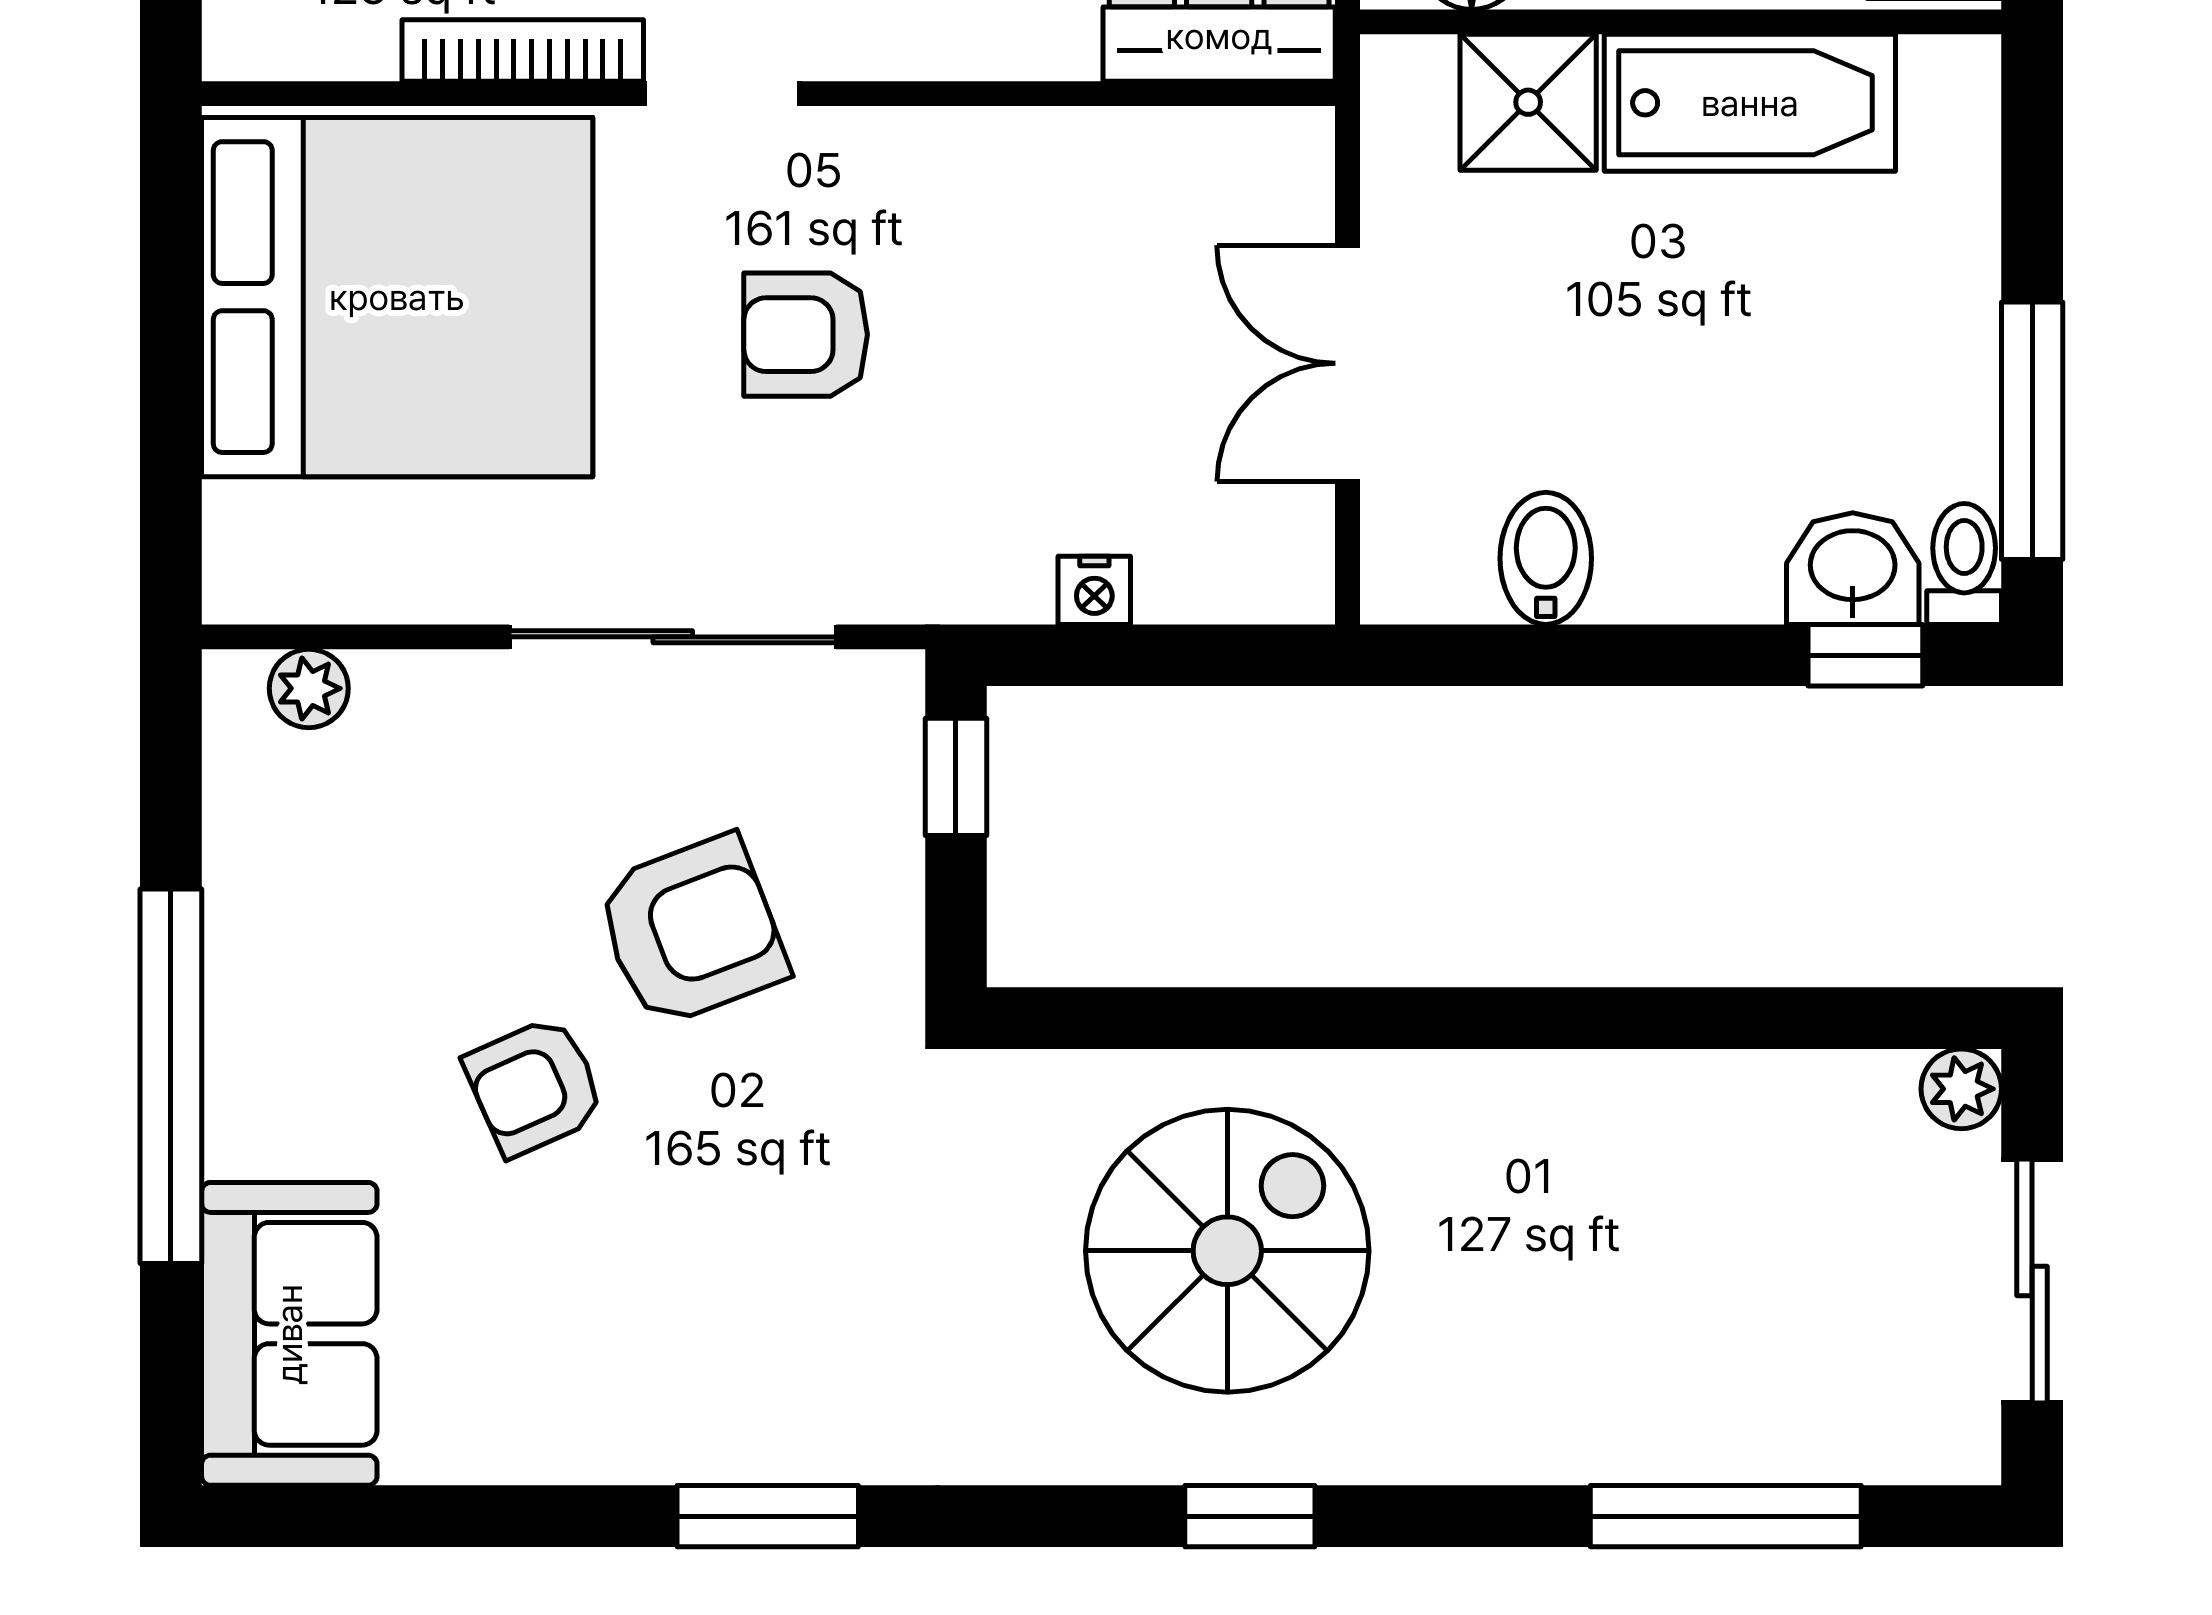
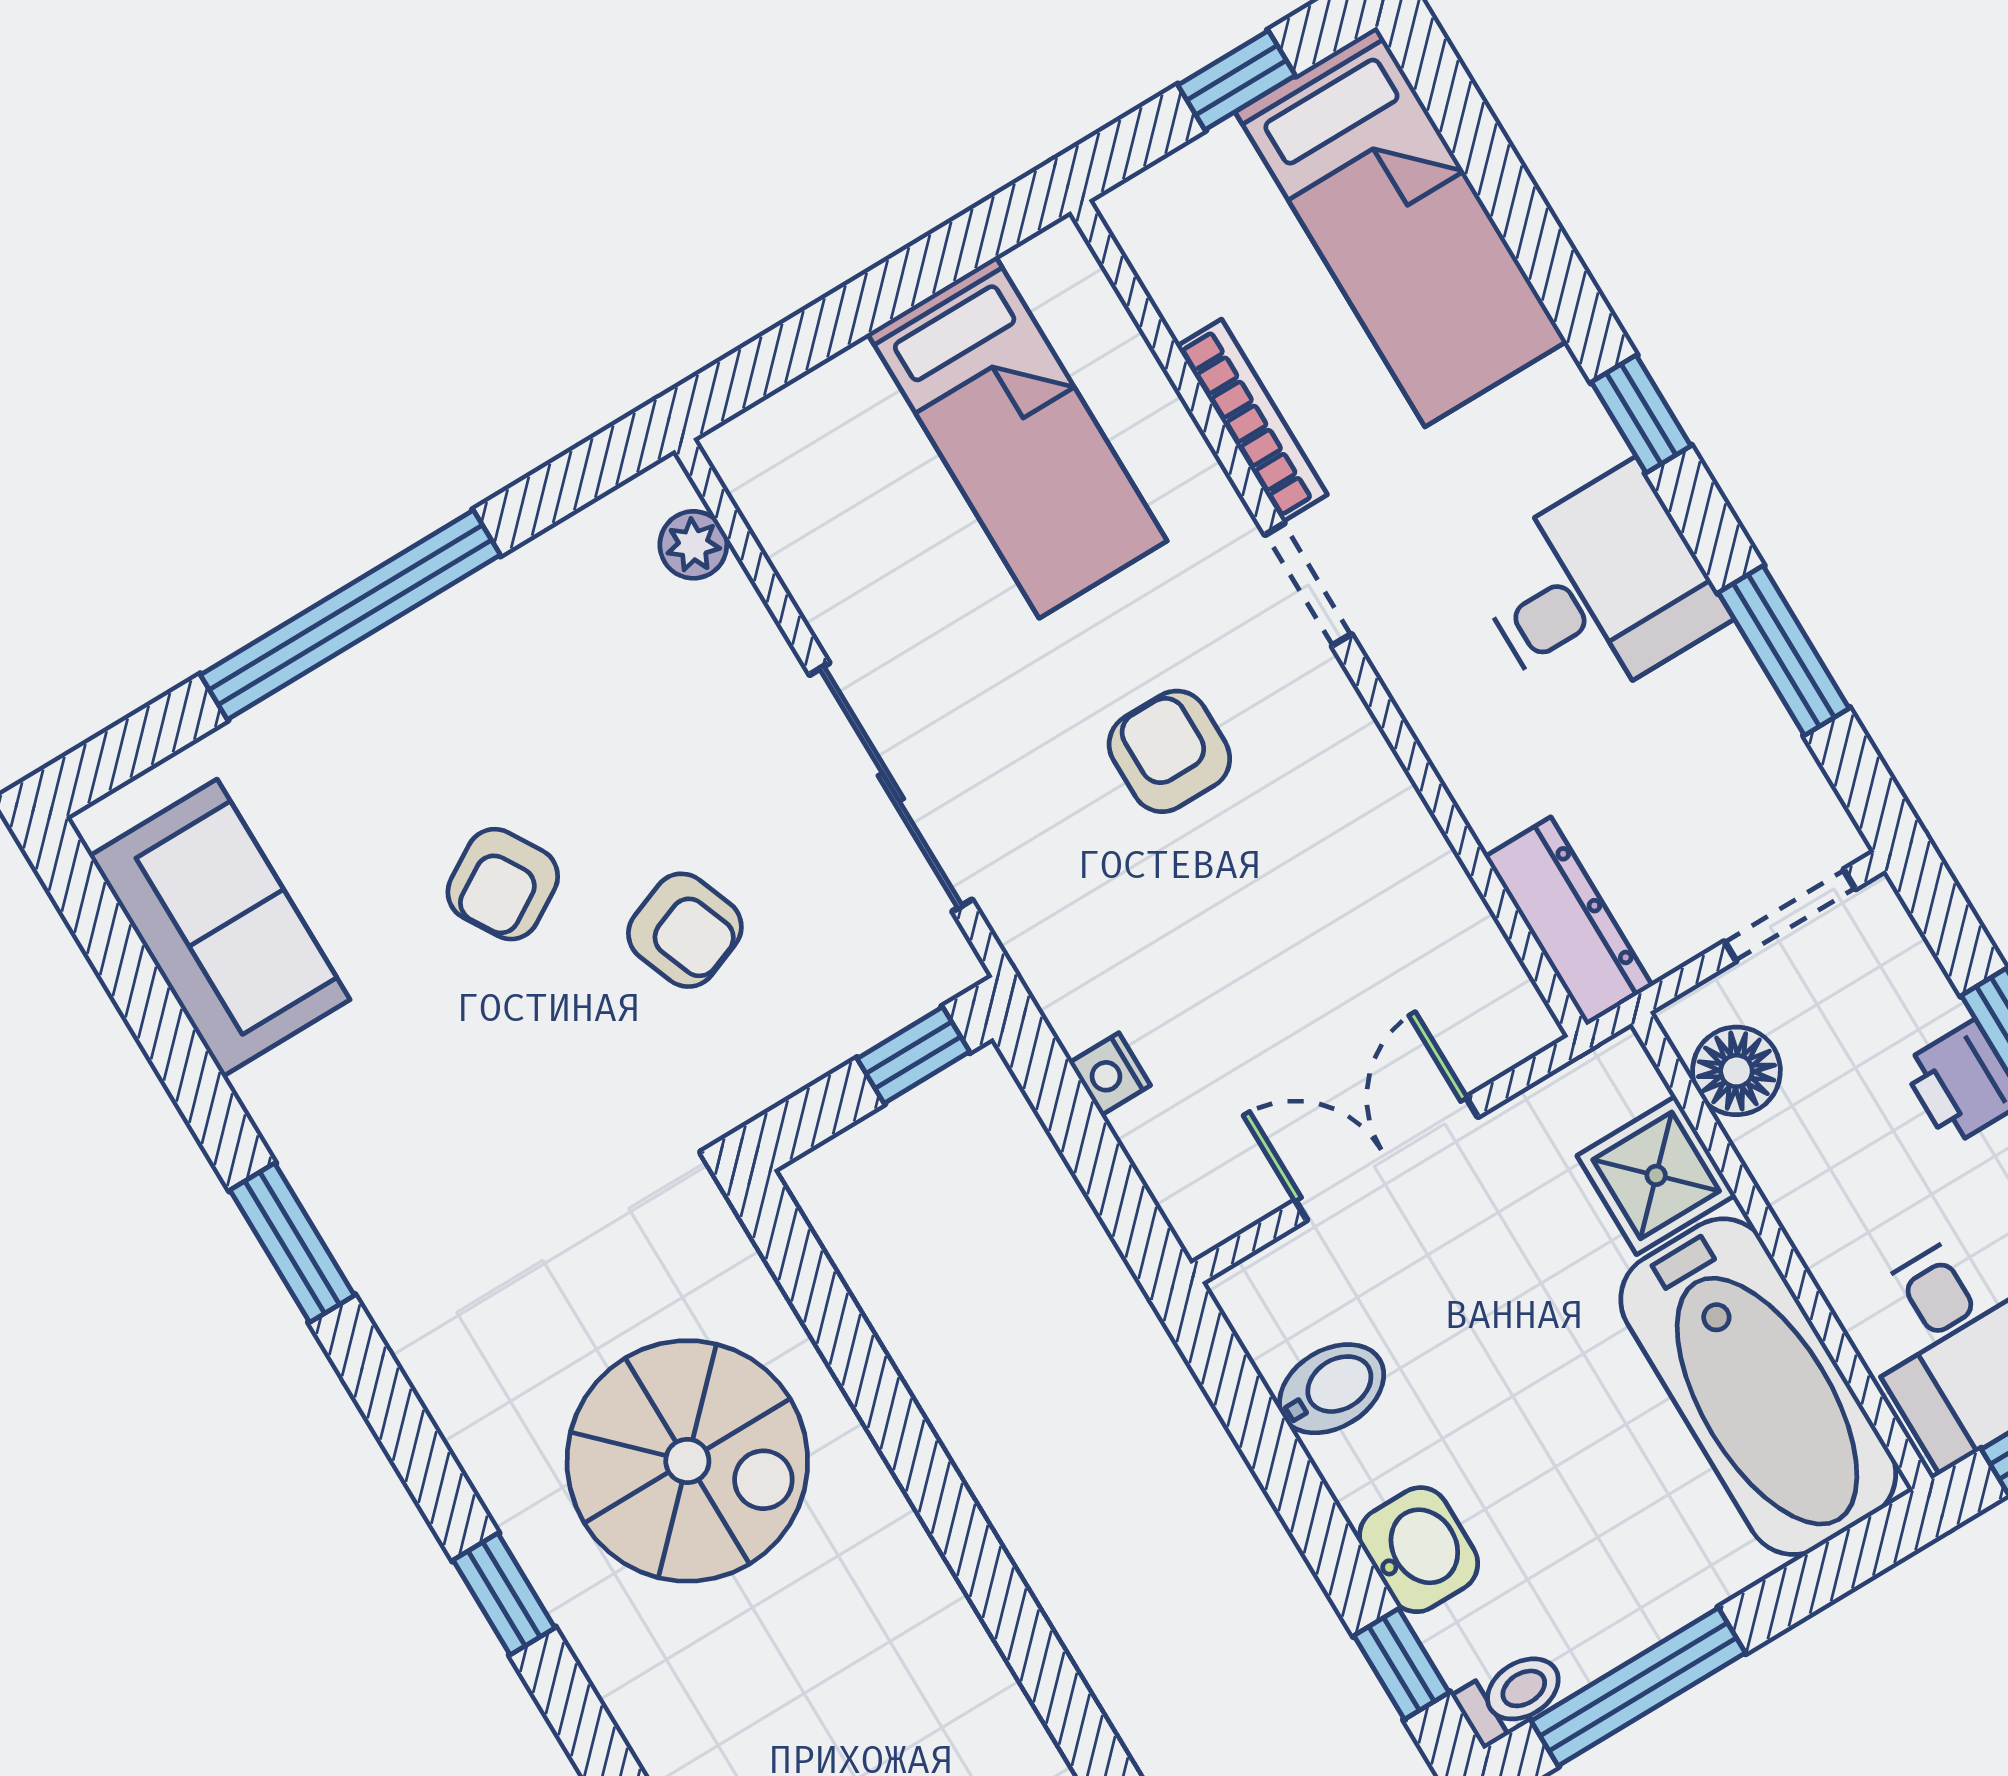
bathtub: (1750, 103) -> (1758, 1387), width x1.36, depth x1.36
bed: (397, 297) -> (1017, 437), width x0.49
washbasin: (1853, 569) -> (1419, 1550), moved
armchair: (692, 931) -> (685, 930), width x0.72, depth x0.72
armchair: (535, 1086) -> (503, 884), turned -97
sofa: (289, 1334) -> (220, 928), moved, turned -90

